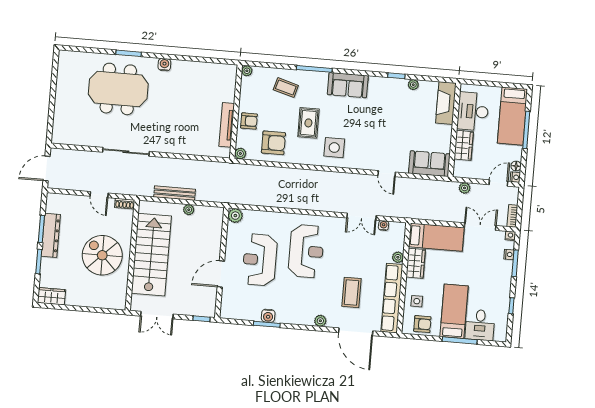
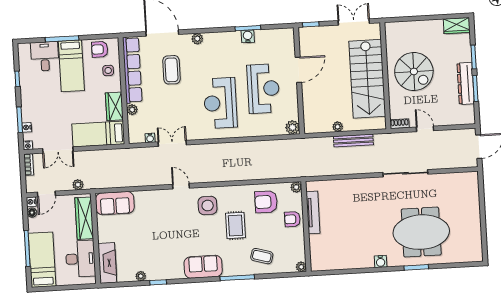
wardrobe: (464, 145) -> (84, 218), width x1.50
door: (387, 174) -> (181, 186), moved

